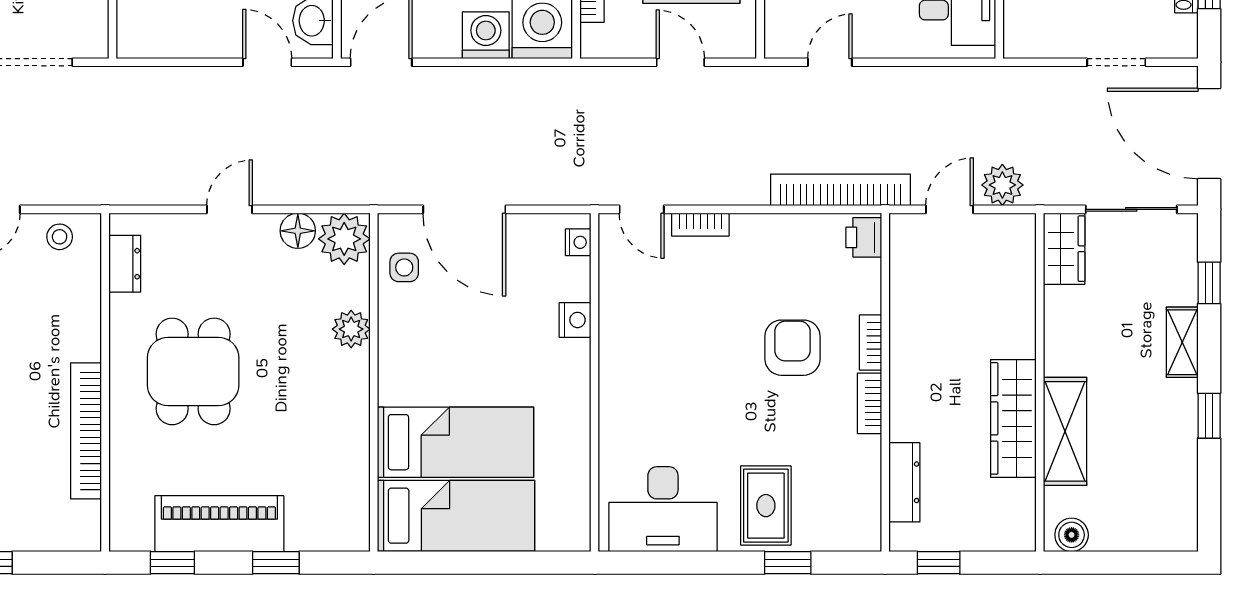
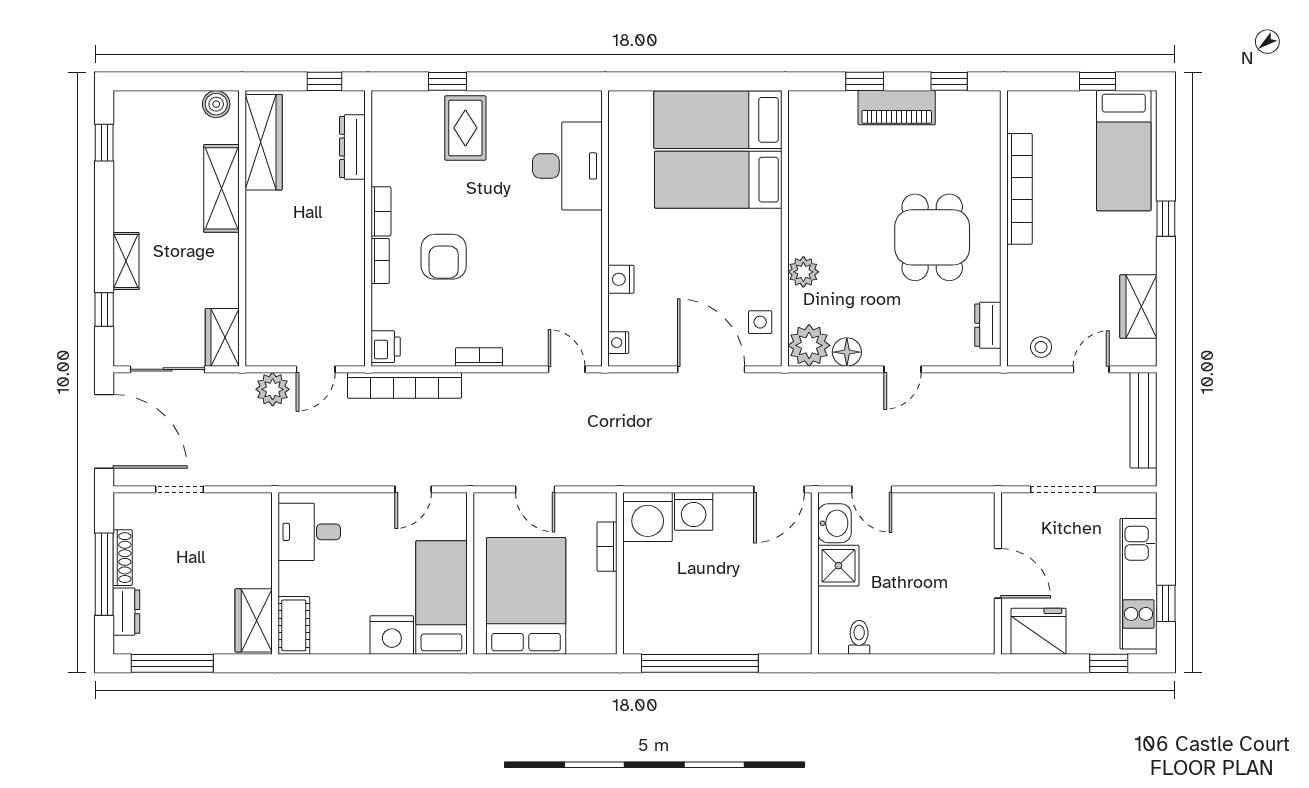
bookcase: (700, 225) -> (479, 357), moved
window: (1209, 416) -> (104, 143), moved
wardrobe: (1013, 418) -> (264, 142), moved
desk: (663, 509) -> (567, 166), moved, turned 90
piano: (219, 524) -> (897, 108), width x0.73, depth x0.75

